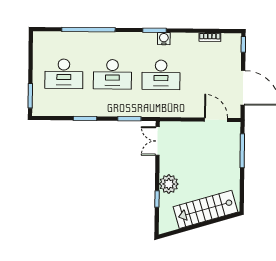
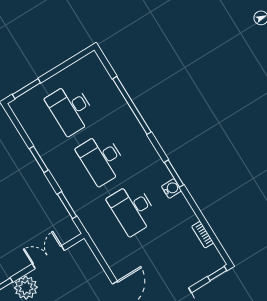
double door: (158, 141) -> (48, 257), moved

